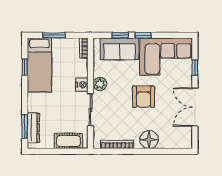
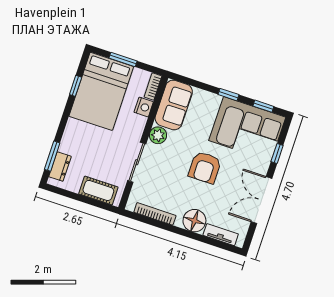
window: (120, 35) -> (263, 106), moved
sofa: (120, 49) -> (174, 105), moved, turned -90
bed: (39, 65) -> (101, 91), width x1.50
nightstand: (82, 85) -> (144, 107), moved
dresser: (33, 128) -> (60, 167), width x0.70
tv unit: (173, 144) -> (221, 235), added

